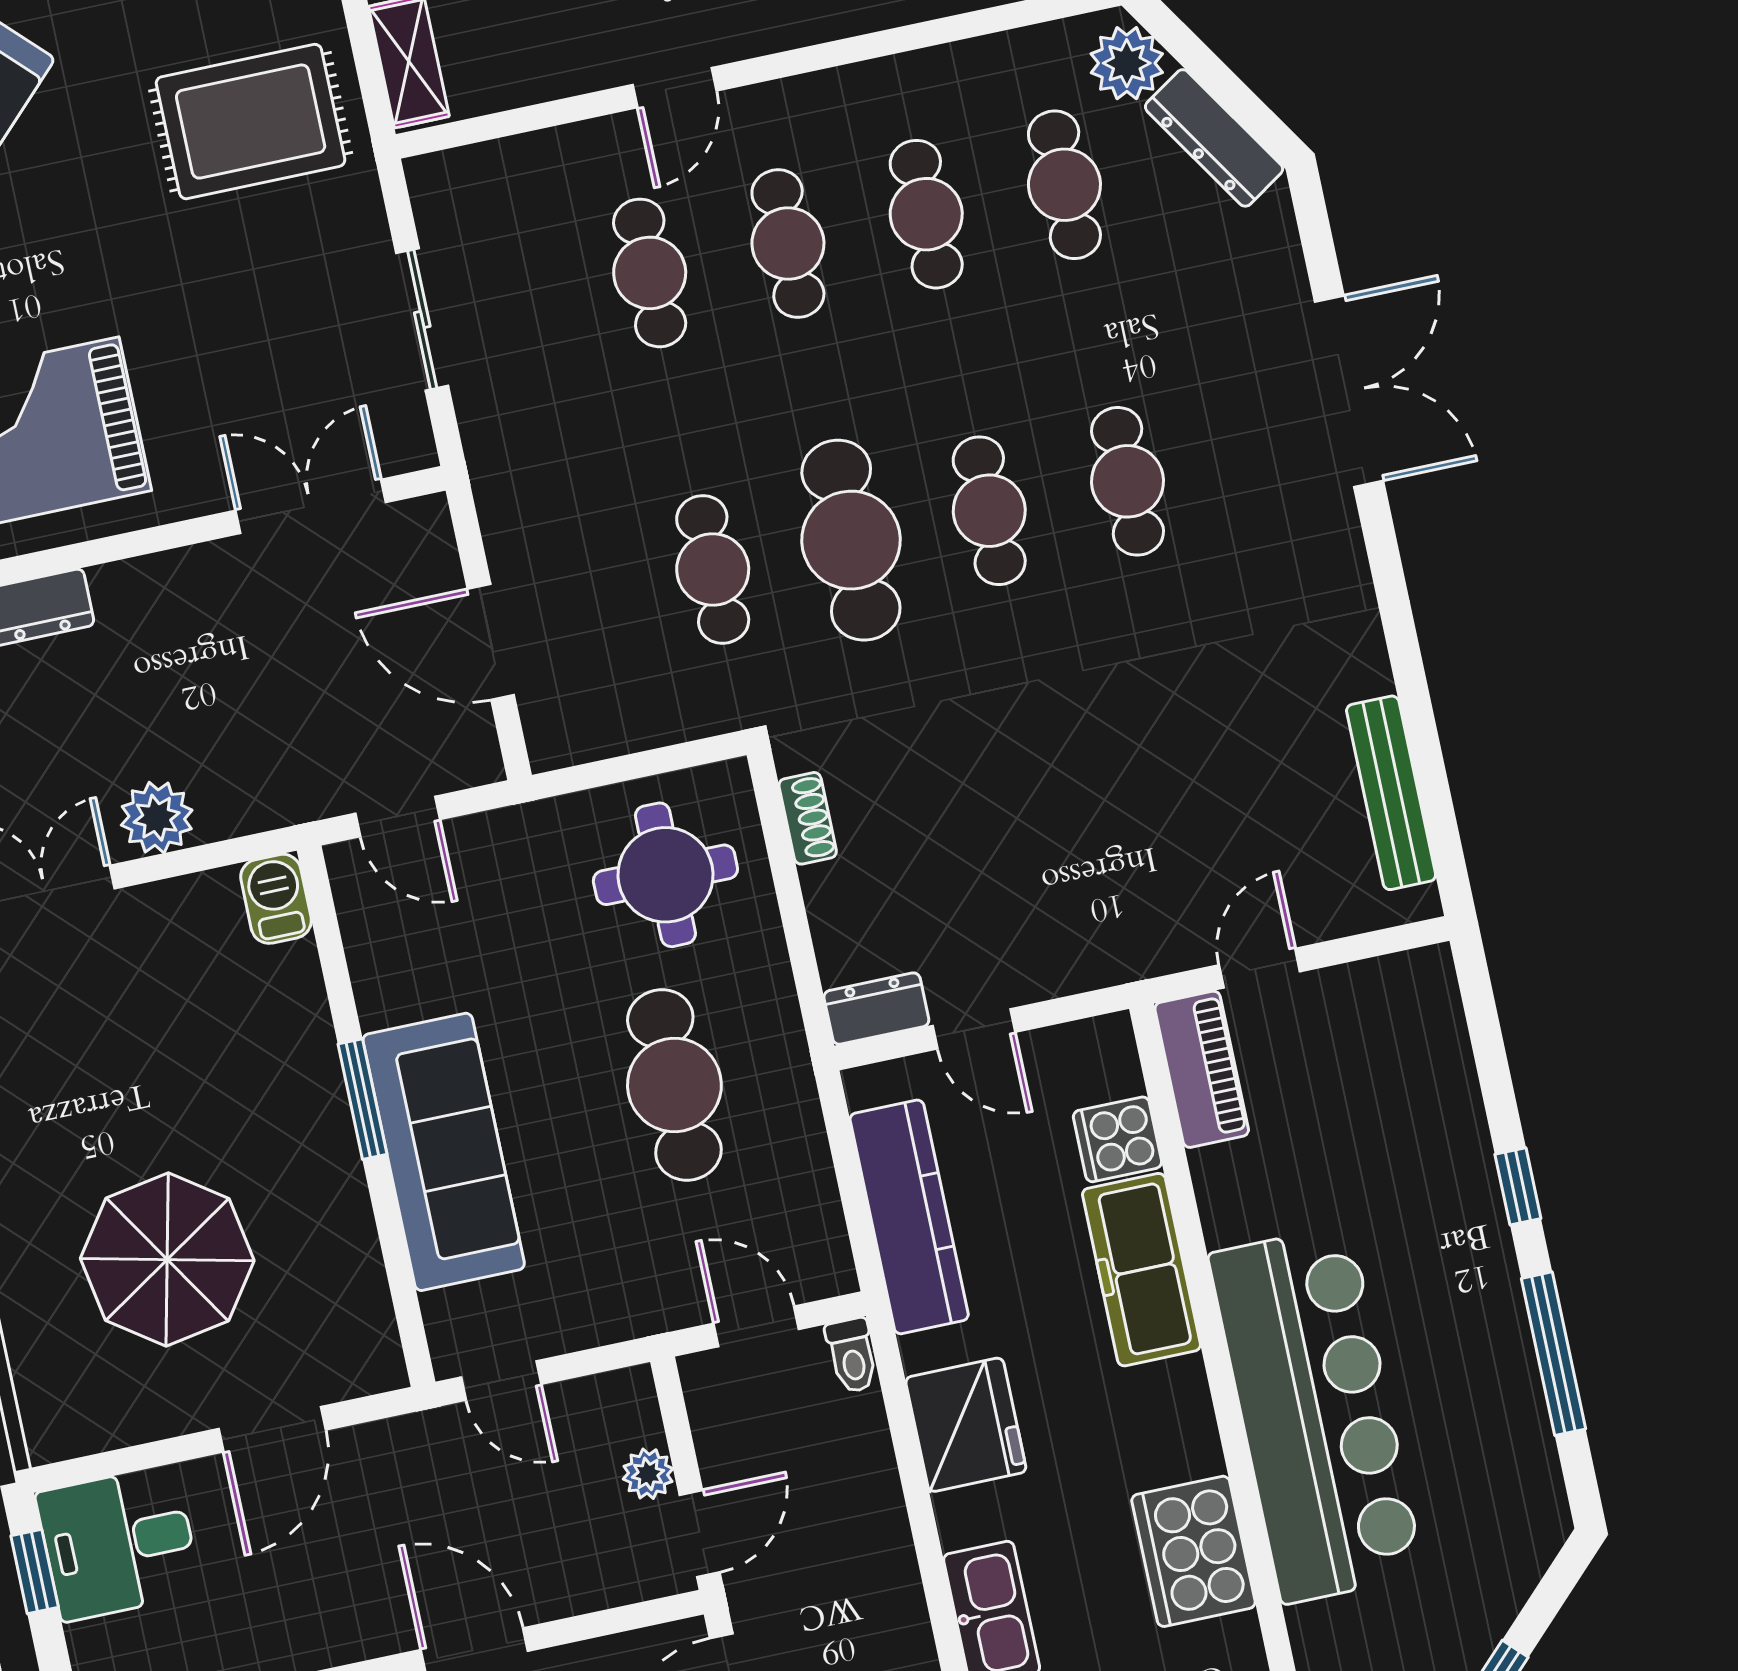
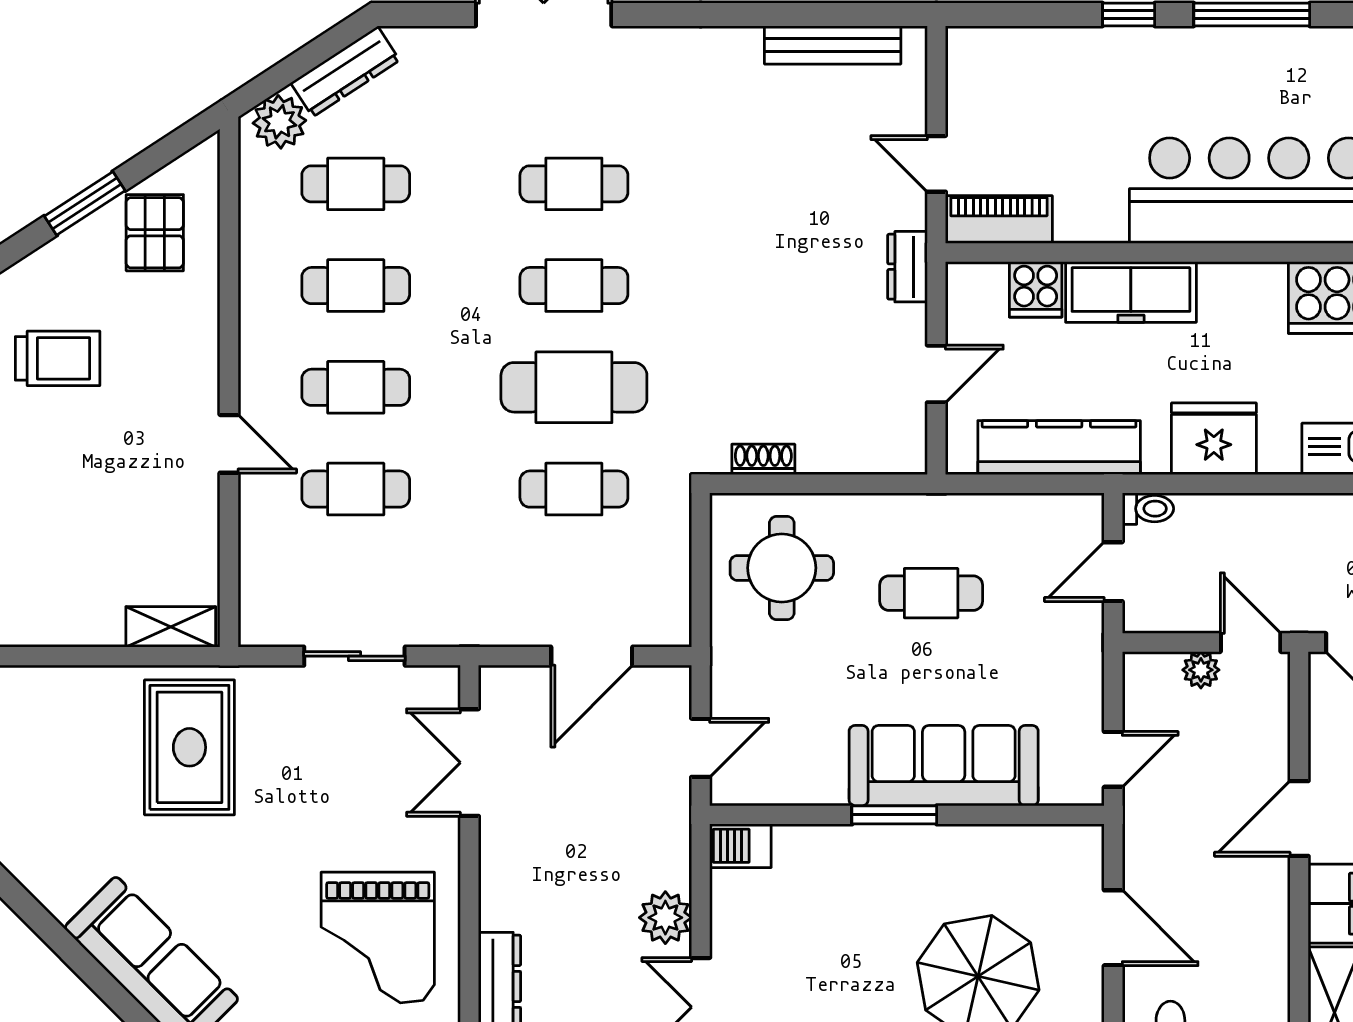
dresser: (876, 1009) -> (908, 267), moved
cafe table: (674, 1085) -> (931, 593), width x0.73, depth x0.74

